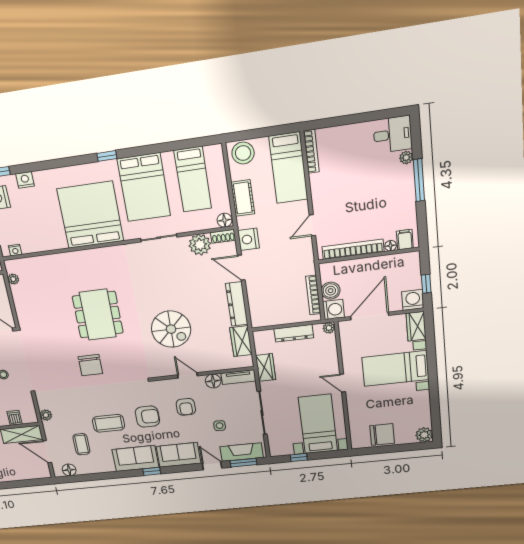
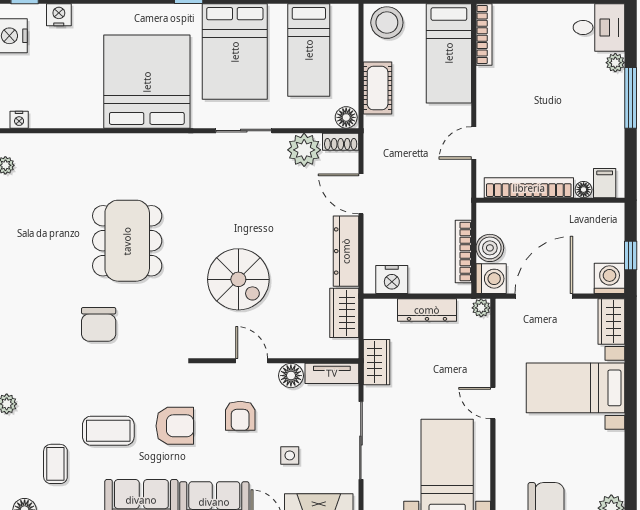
nightstand: (248, 239) -> (392, 279), moved, turned -90

